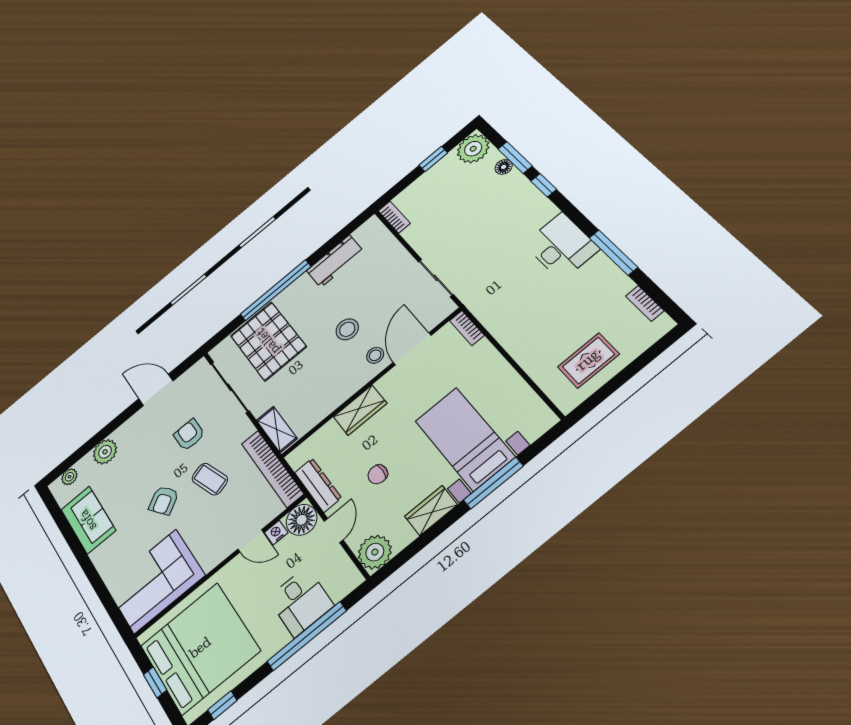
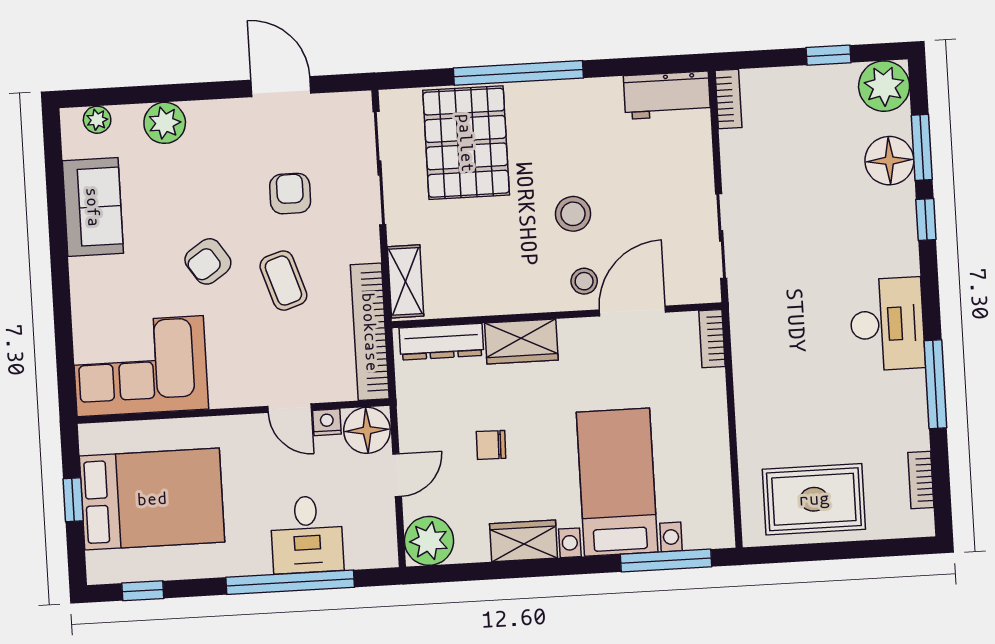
floor lamp: (504, 167) -> (889, 161), width x1.89, depth x1.89
workbench: (335, 261) -> (667, 95), moved
rug: (588, 360) -> (814, 499), width x1.36, depth x1.43
window: (493, 483) -> (666, 561), moved
dresser: (318, 485) -> (441, 342), moved, turned 90
bed: (200, 648) -> (152, 499), width x0.73

